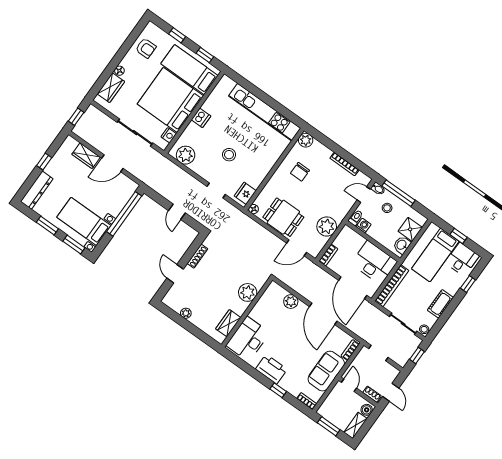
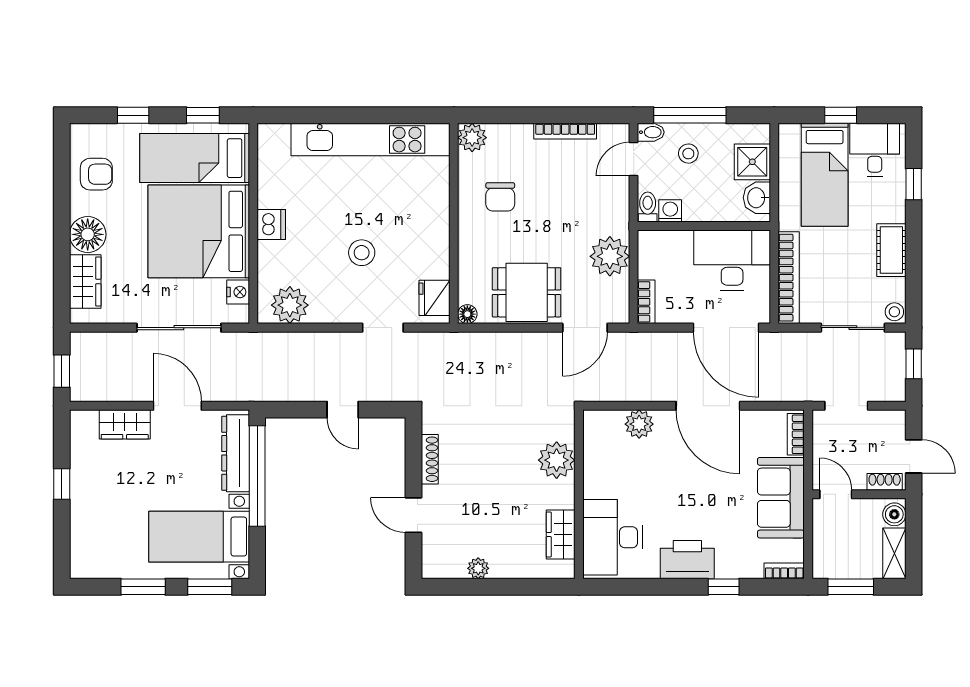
floor lamp: (119, 71) -> (88, 234), width x1.89, depth x1.89
door: (112, 163) -> (177, 406), swing flipped
dresser: (37, 190) -> (236, 453), moved, turned 180

